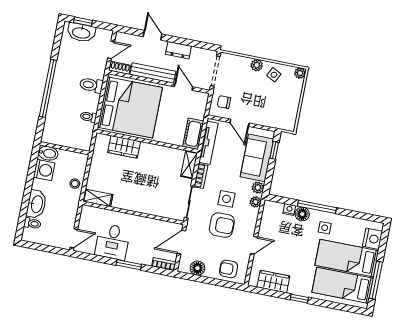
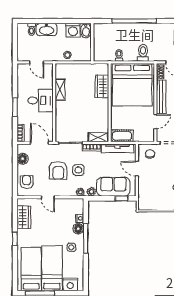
door: (240, 123) -> (137, 169), hinge flipped
shelving: (98, 198) -> (60, 90), moved
door: (74, 238) -> (37, 62), moved
desk: (113, 242) -> (41, 100), moved, turned 180

